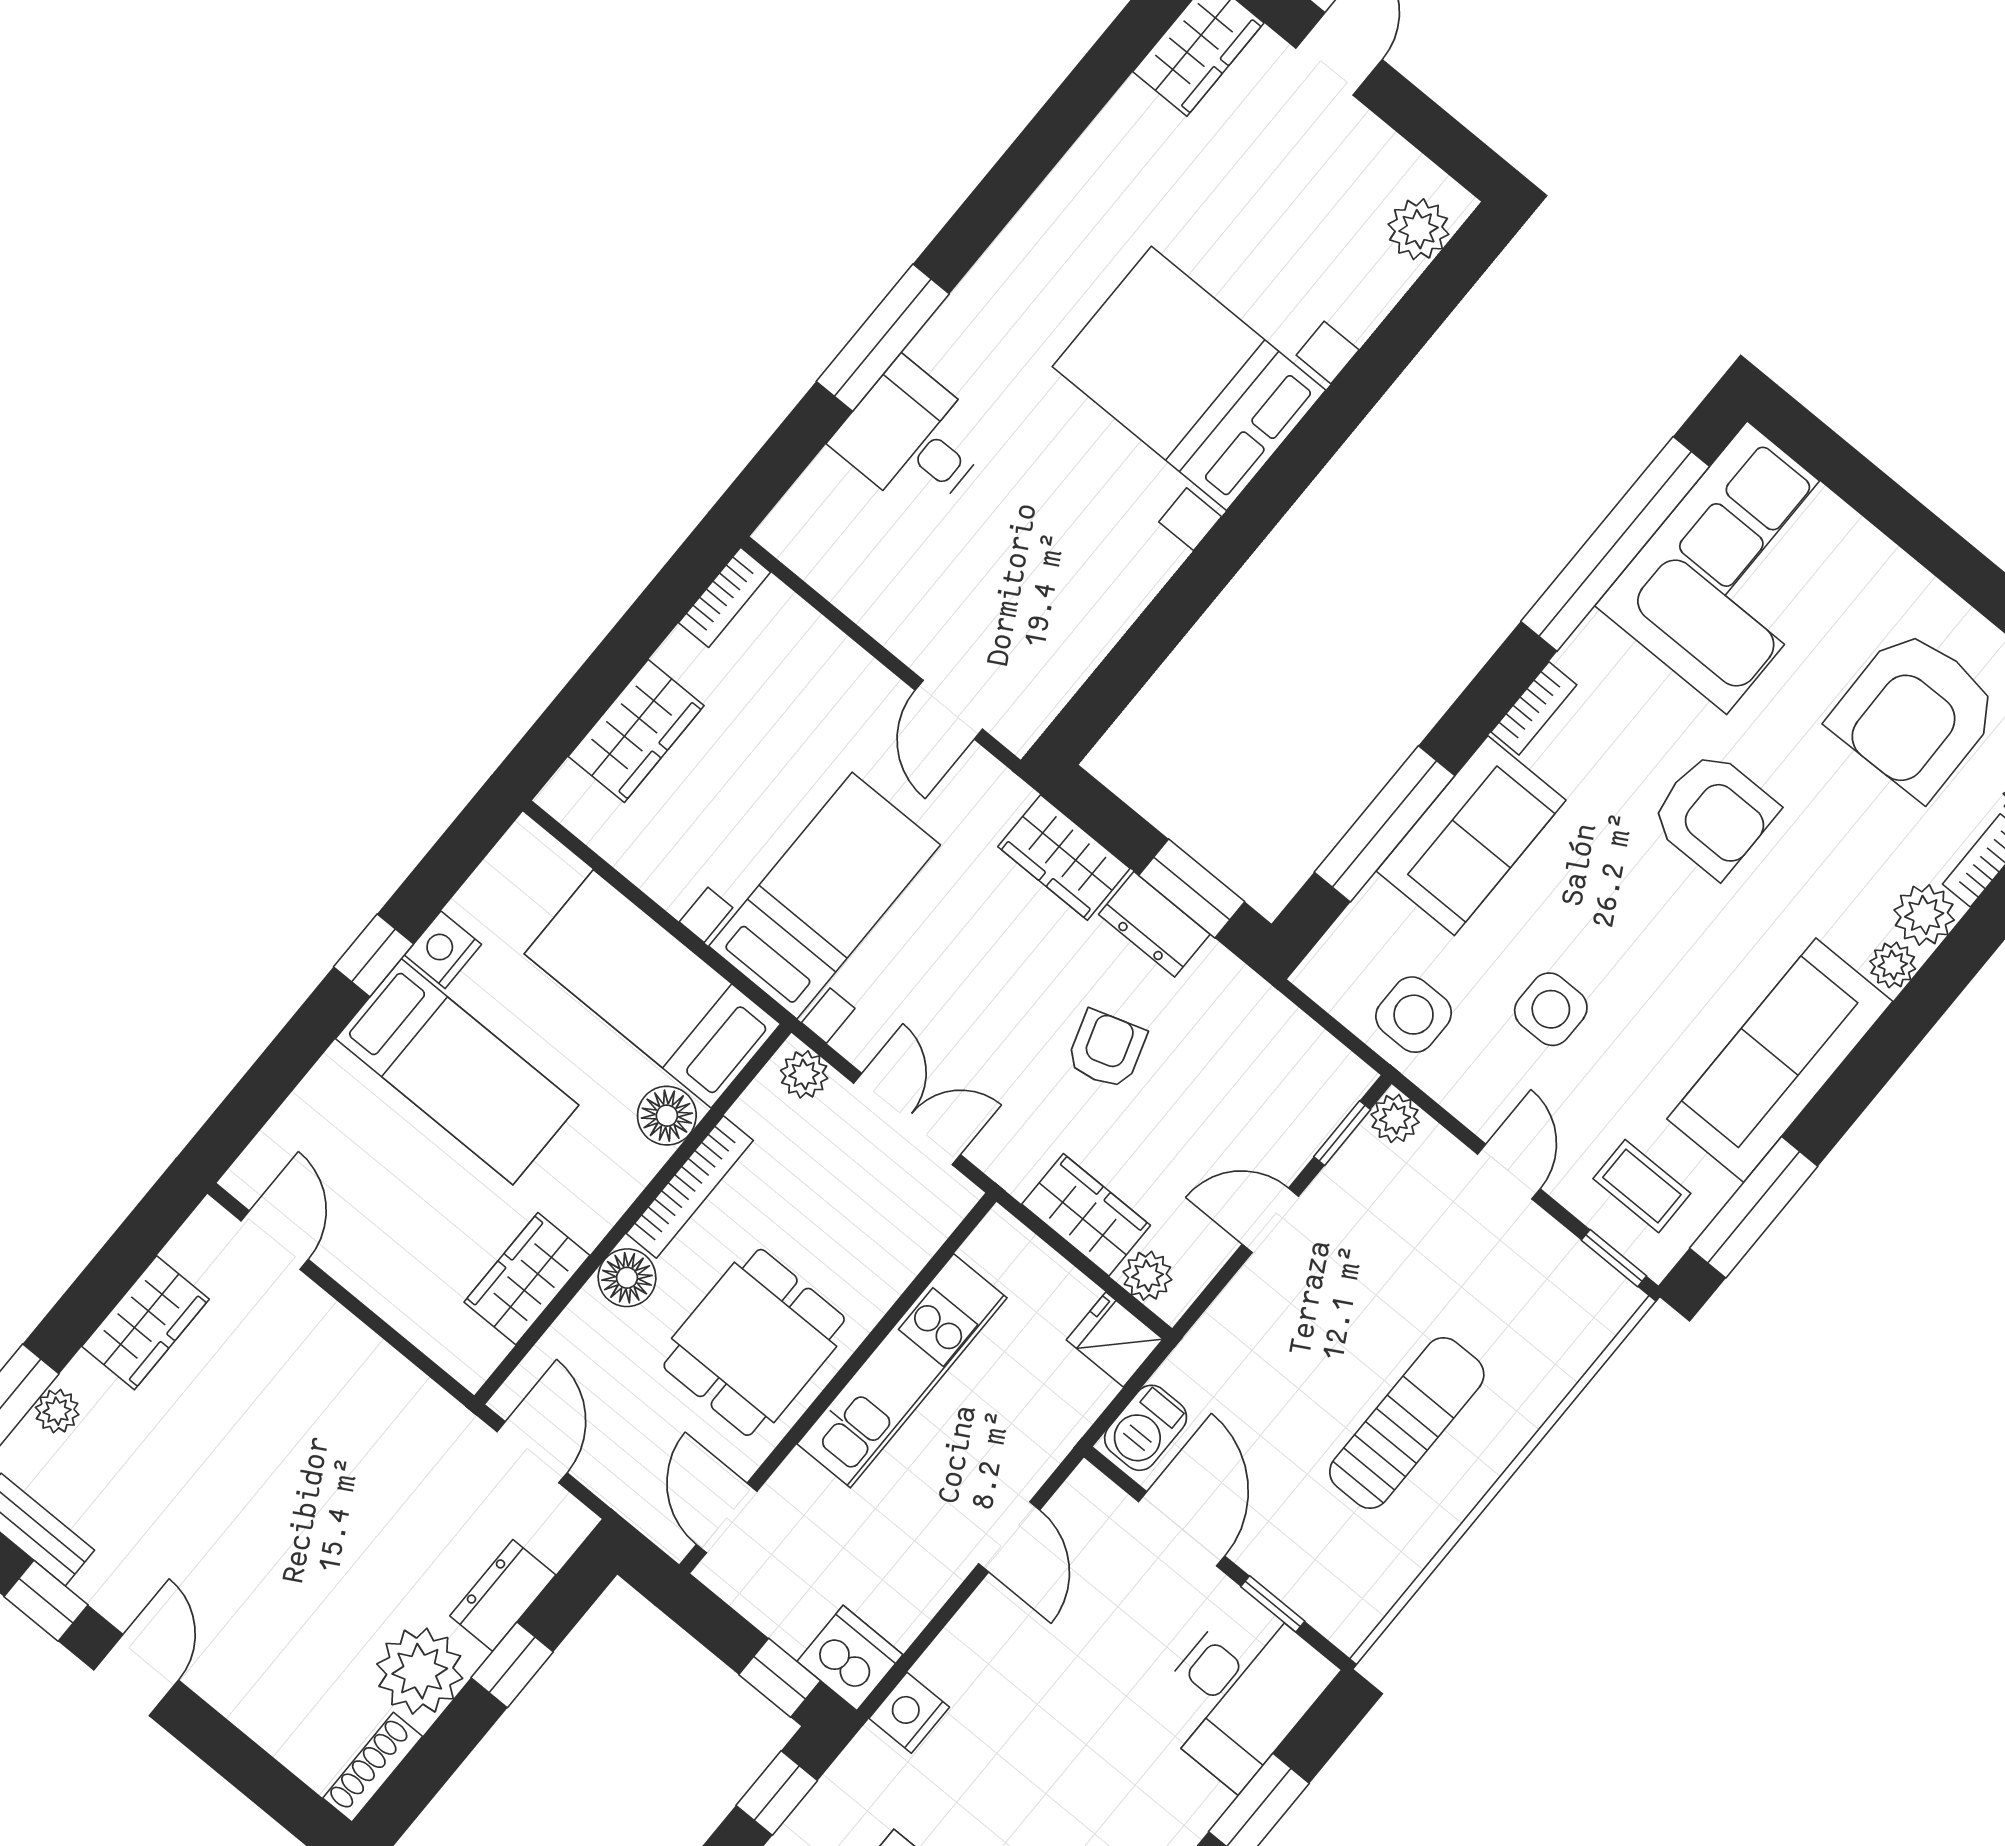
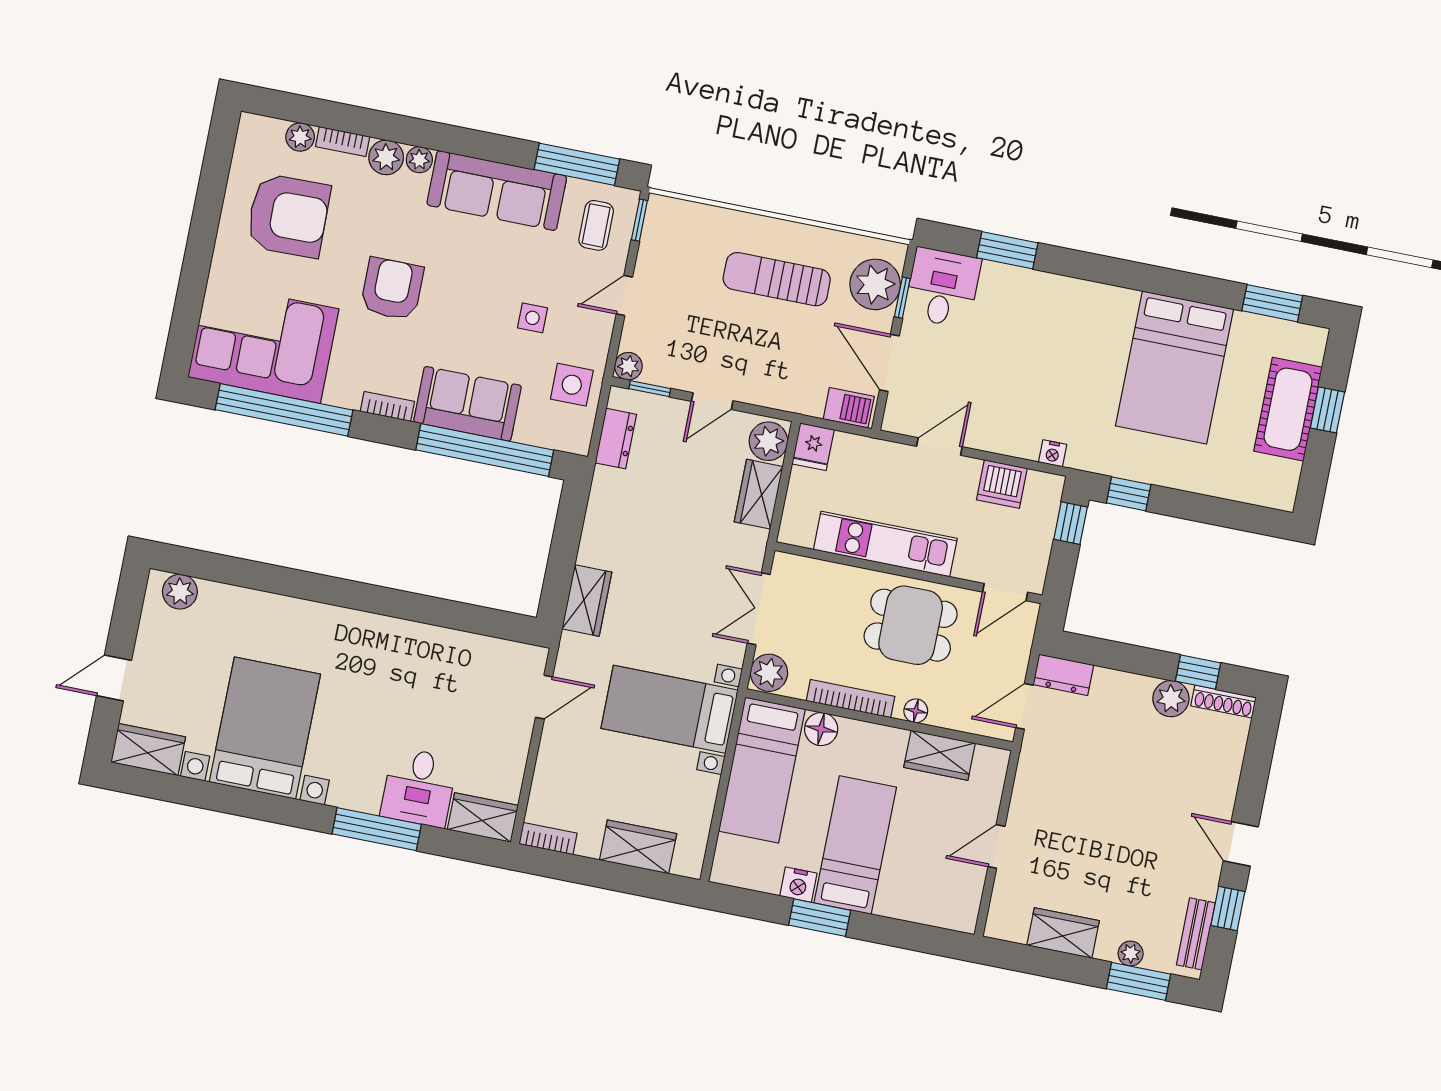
bed with nightstands: (1189, 378) -> (265, 728), moved, turned 180
wardrobe: (812, 513) -> (483, 817), added
window: (1384, 824) -> (485, 450), width x1.46
window: (1192, 889) -> (568, 529), removed
dresser: (1154, 924) -> (616, 439), moved
window: (373, 955) -> (820, 918), width x1.50
side table: (1551, 1009) -> (532, 318), width x0.73, depth x0.73
armchair: (1106, 1049) -> (671, 528), removed
plant: (804, 1074) -> (769, 673), width x1.38, depth x1.38
door: (1270, 1220) -> (712, 401), hinge flipped
door: (275, 1240) -> (996, 846), moved
plant: (1147, 1276) -> (768, 441), width x1.38, depth x1.38
floor lamp: (627, 1278) -> (916, 711), width x0.73, depth x0.73
door: (1182, 1529) -> (889, 363), hinge flipped
plant: (1316, 1572) -> (875, 284), added
dresser: (503, 1595) -> (1063, 675), moved
dishwasher: (850, 1658) -> (1002, 484), moved, turned -90
window: (512, 1665) -> (1198, 672), moved
plant: (420, 1671) -> (1171, 699), width x0.73, depth x0.73
door: (136, 1675) -> (1241, 844), hinge flipped
desk: (1241, 1692) -> (943, 288), width x0.73
nightstand: (909, 1713) -> (1053, 453), width x0.72, depth x0.74

